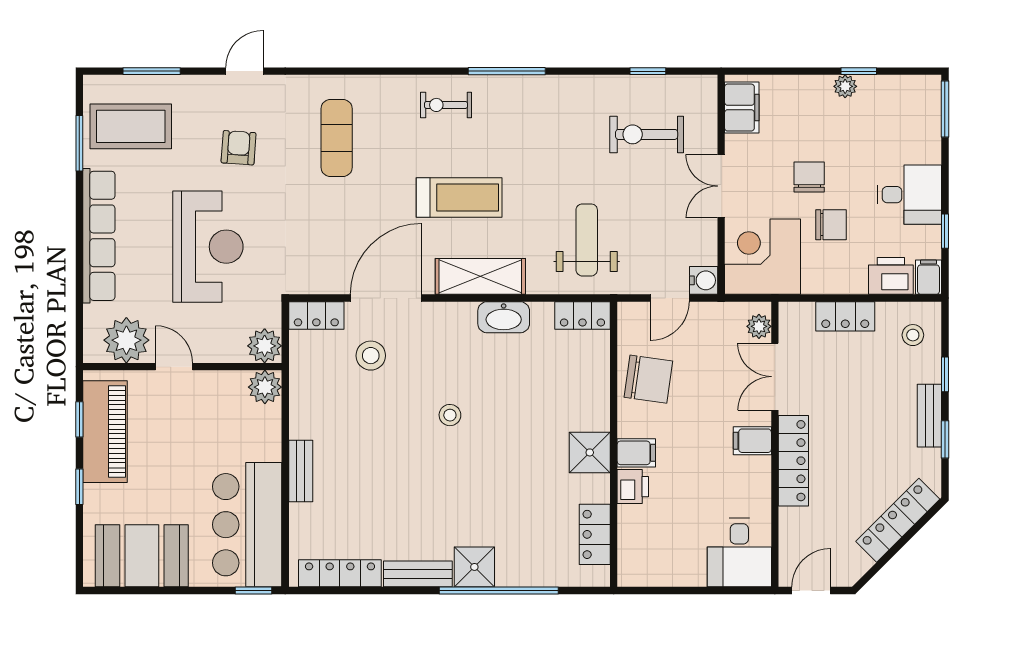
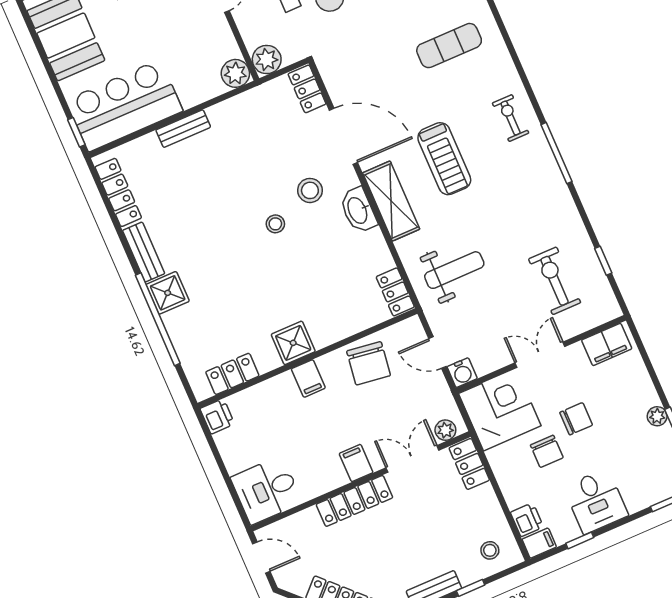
printer: (891, 276) -> (527, 520), width x0.73, depth x0.81
locker: (845, 316) -> (469, 464), moved
washbasin: (504, 317) -> (358, 210), moved
stool: (371, 356) -> (310, 190), moved
printer: (633, 487) -> (217, 416), moved, turned -90

